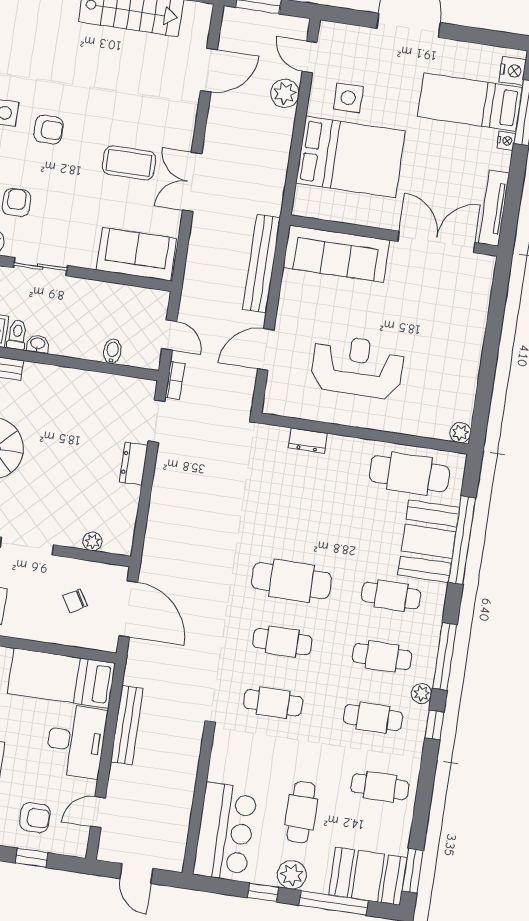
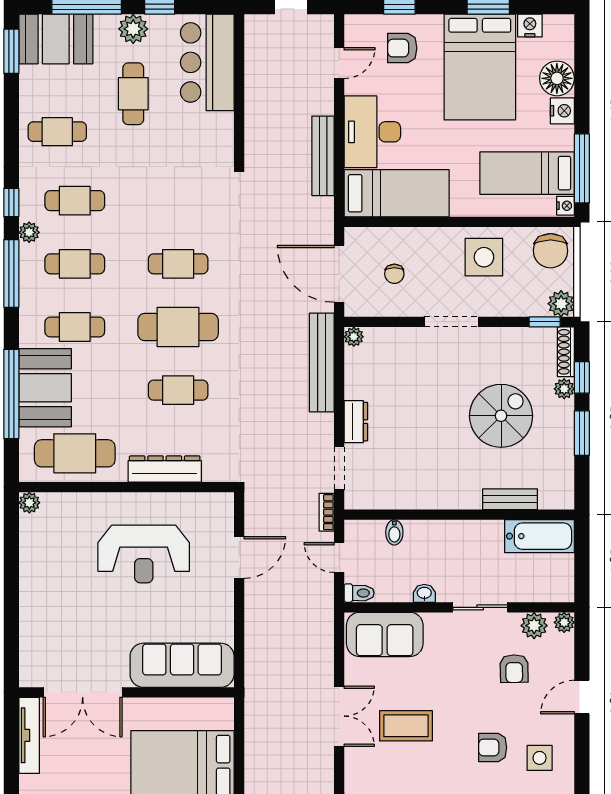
bench: (262, 264) -> (322, 363), moved
toilet: (17, 335) -> (359, 593), moved, turned -90
washbasin: (38, 344) -> (424, 593), moved, turned 180
dresser: (308, 440) -> (165, 469), width x1.96, depth x1.24
plant: (93, 541) -> (354, 337), moved
chair: (75, 601) -> (394, 274), turned 121
cafe table: (273, 703) -> (178, 390), moved

